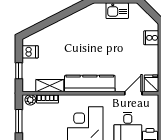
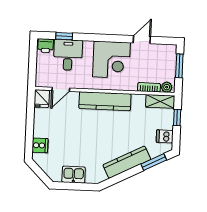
kitchen counter: (66, 25) -> (127, 162), added
window: (40, 26) -> (154, 162), added
shelving: (50, 86) -> (160, 101), moved

